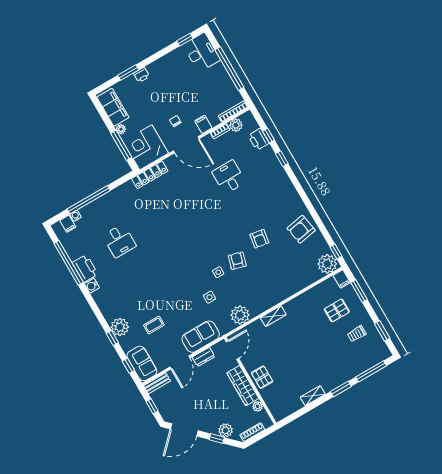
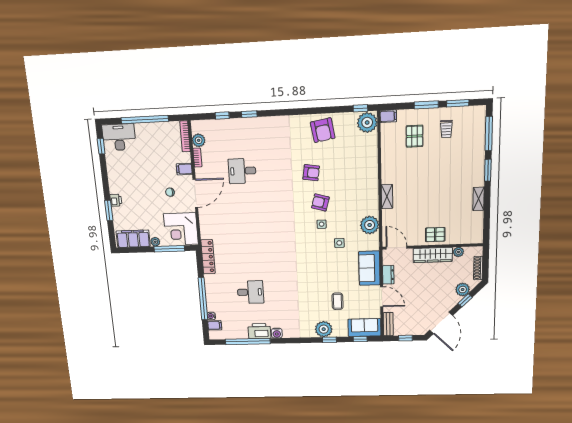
printer: (259, 139) -> (221, 126), removed
locker: (150, 175) -> (208, 257), moved
window: (359, 291) -> (426, 105), moved

